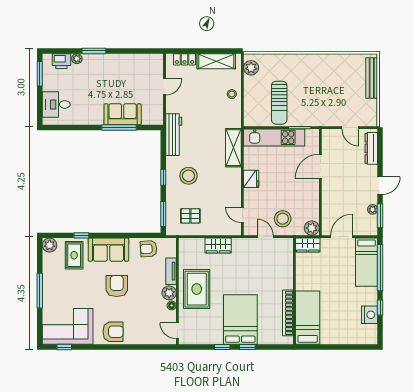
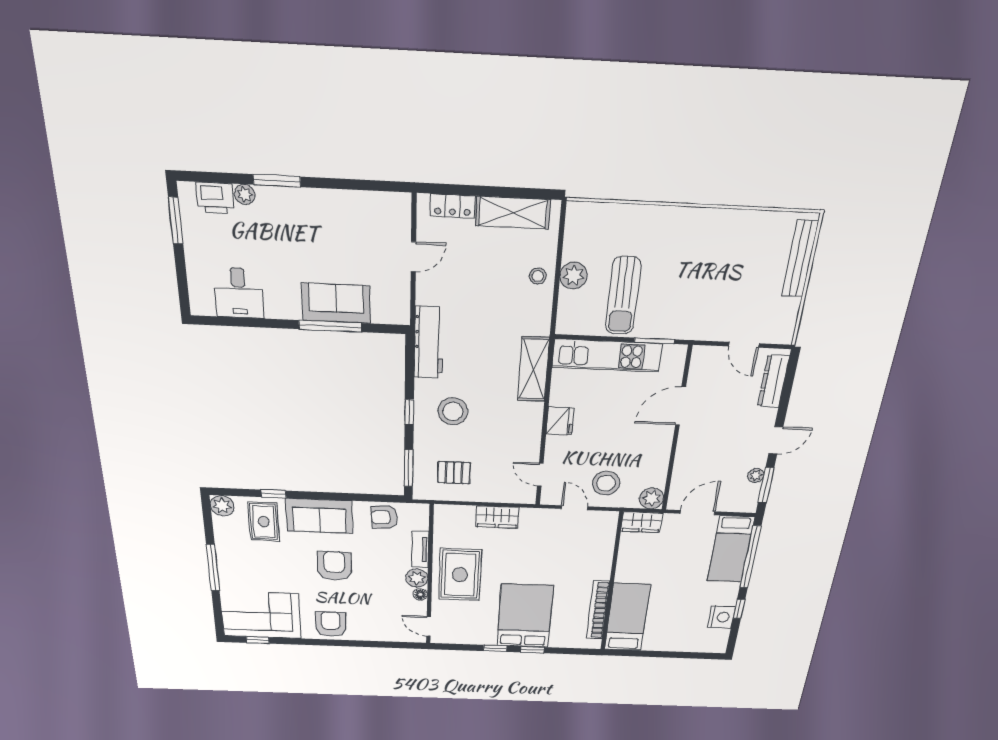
plant: (251, 68) -> (574, 276), moved
desk: (56, 104) -> (239, 293), moved, turned -90
armchair: (113, 332) -> (331, 624), turned -90

